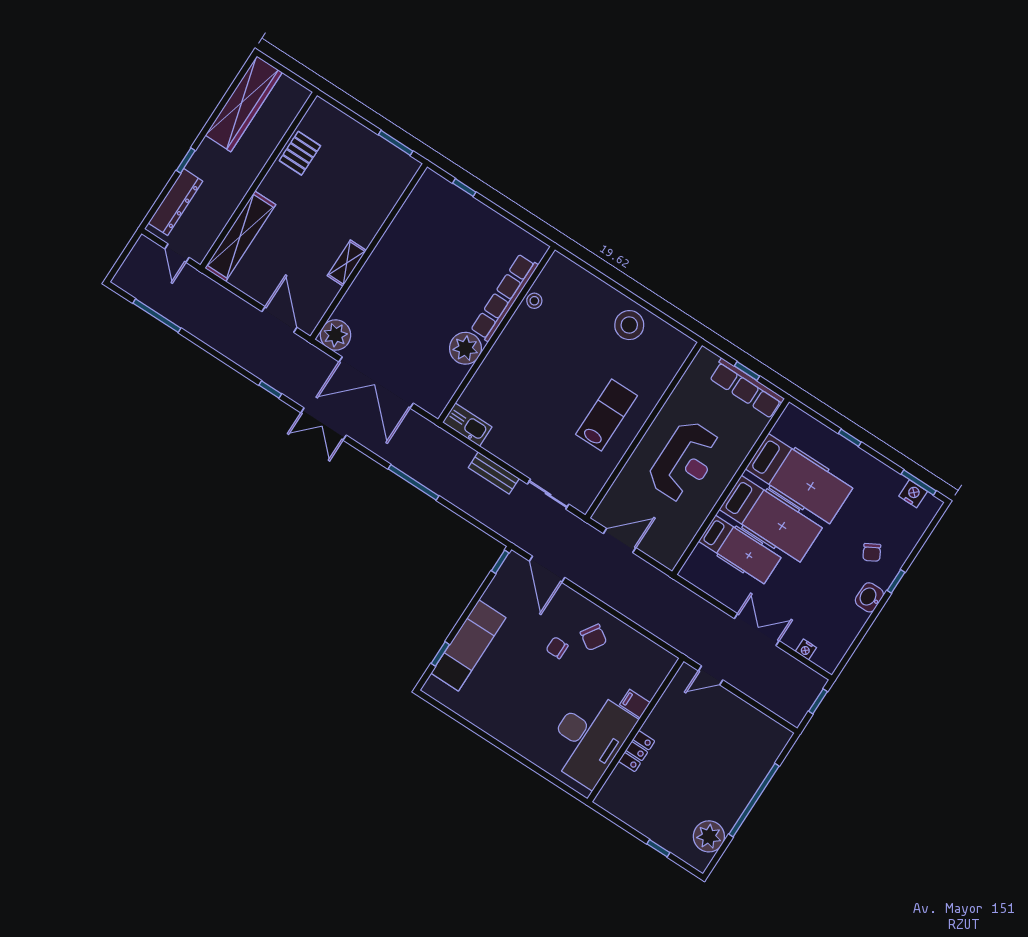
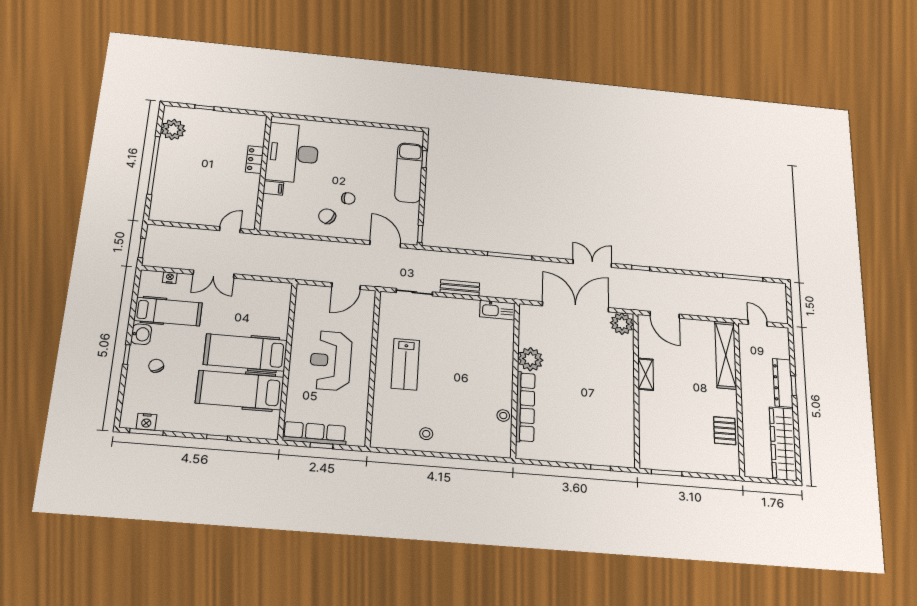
dresser: (176, 202) -> (783, 383), moved
stool: (629, 325) -> (426, 434), width x0.53, depth x0.53
hospital bed: (740, 549) -> (168, 312), moved, turned 180

